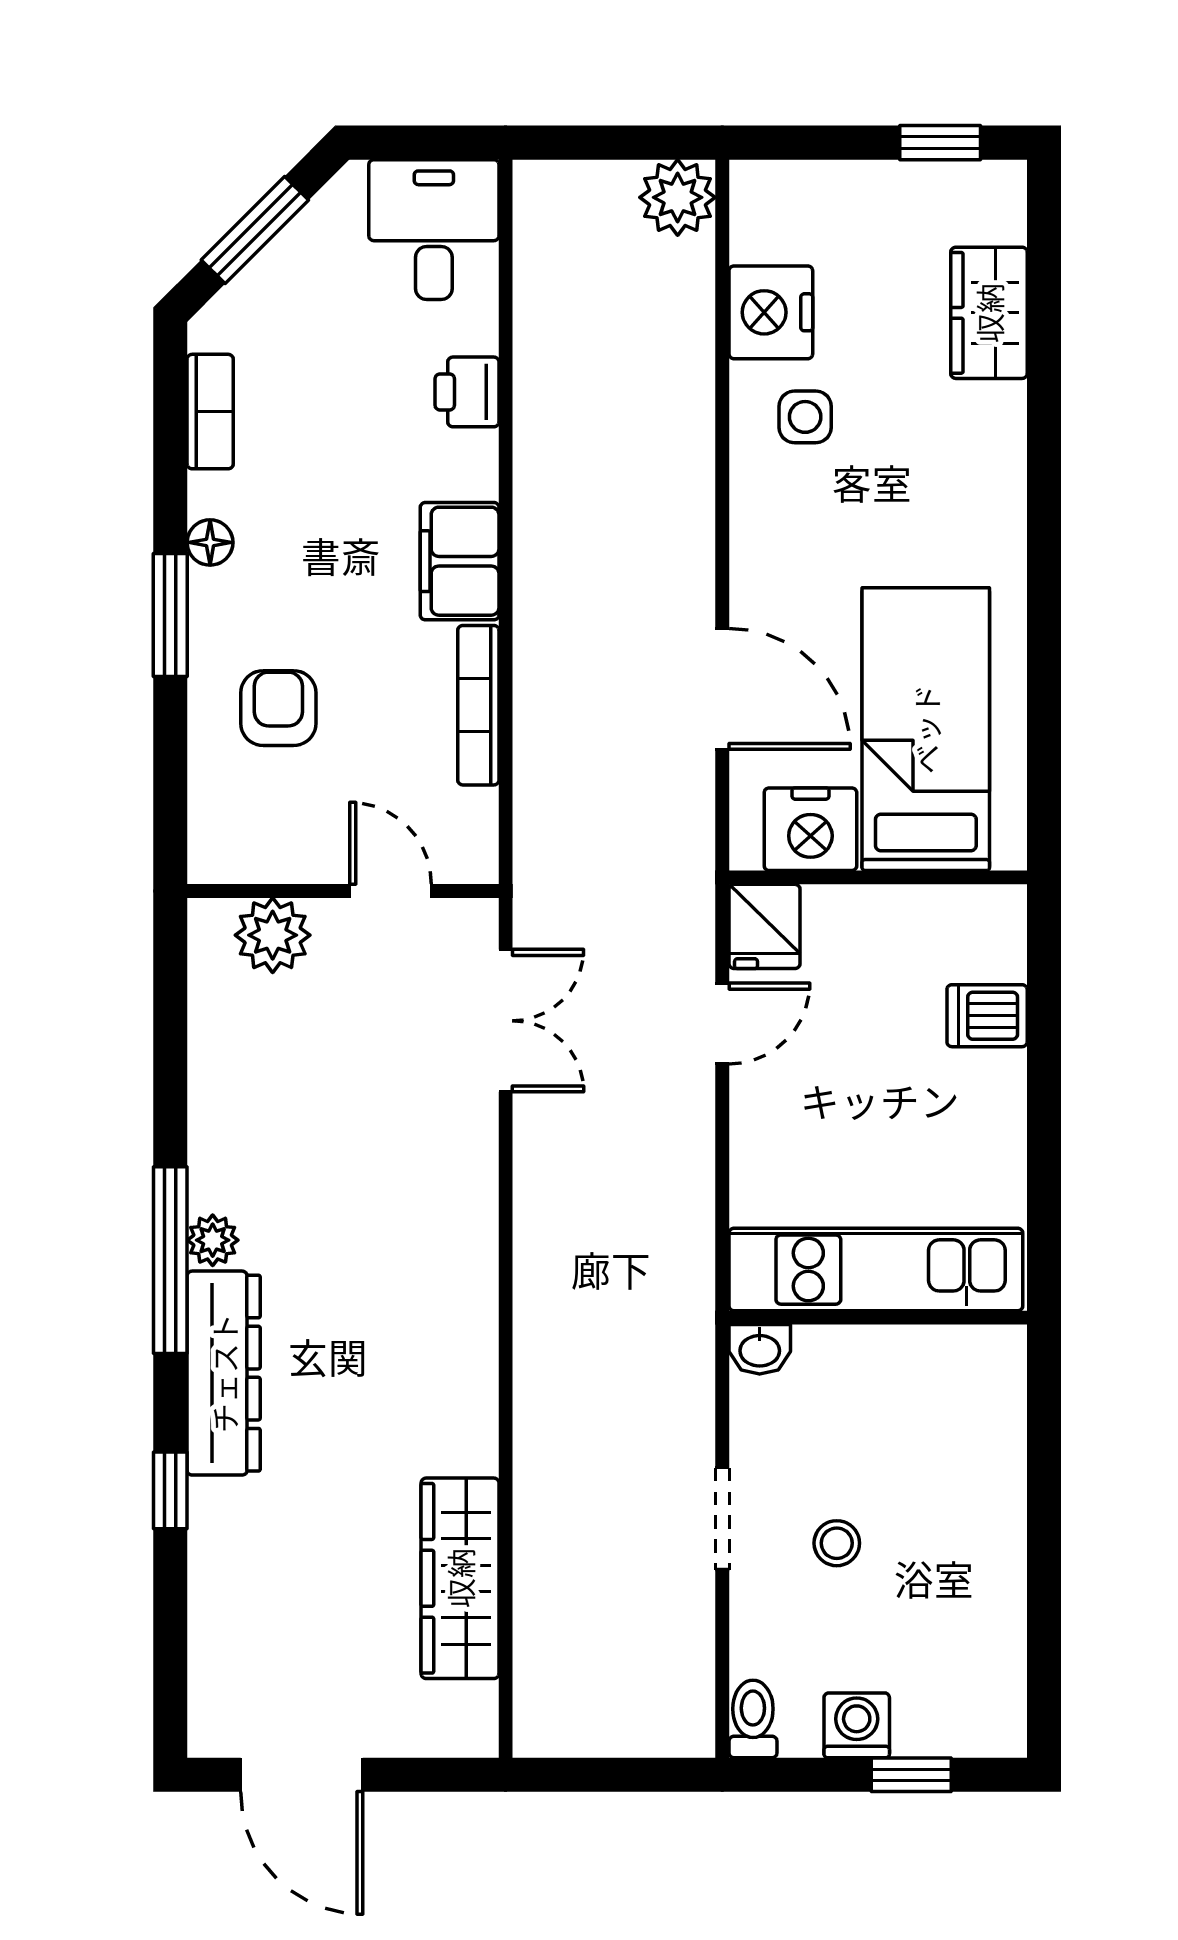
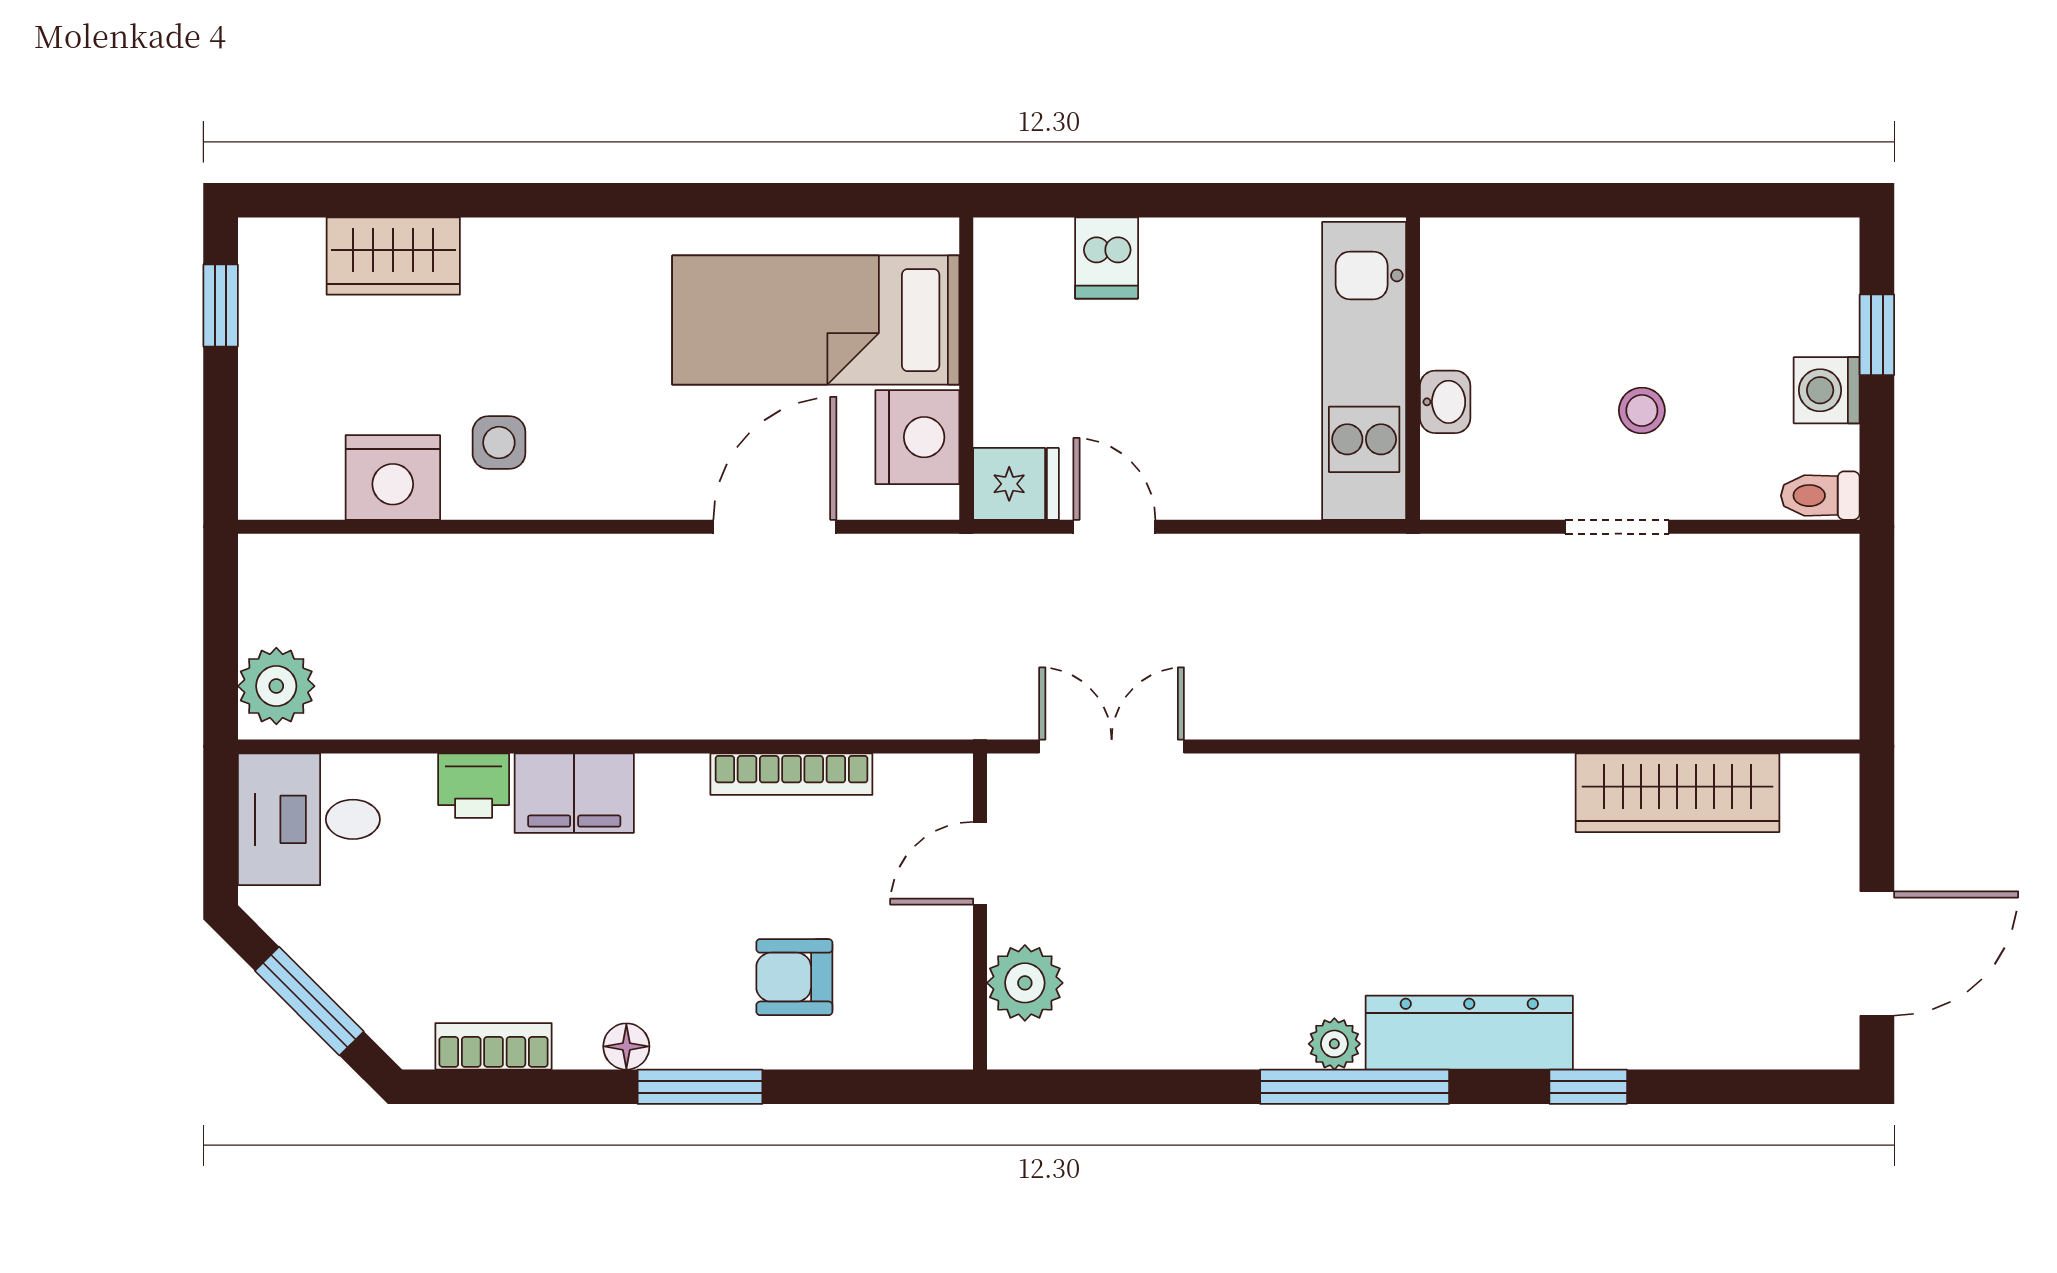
plant: (678, 197) -> (276, 686), moved
filing cabinet: (460, 561) -> (574, 793), moved
washbasin: (760, 1349) -> (1445, 402), moved

